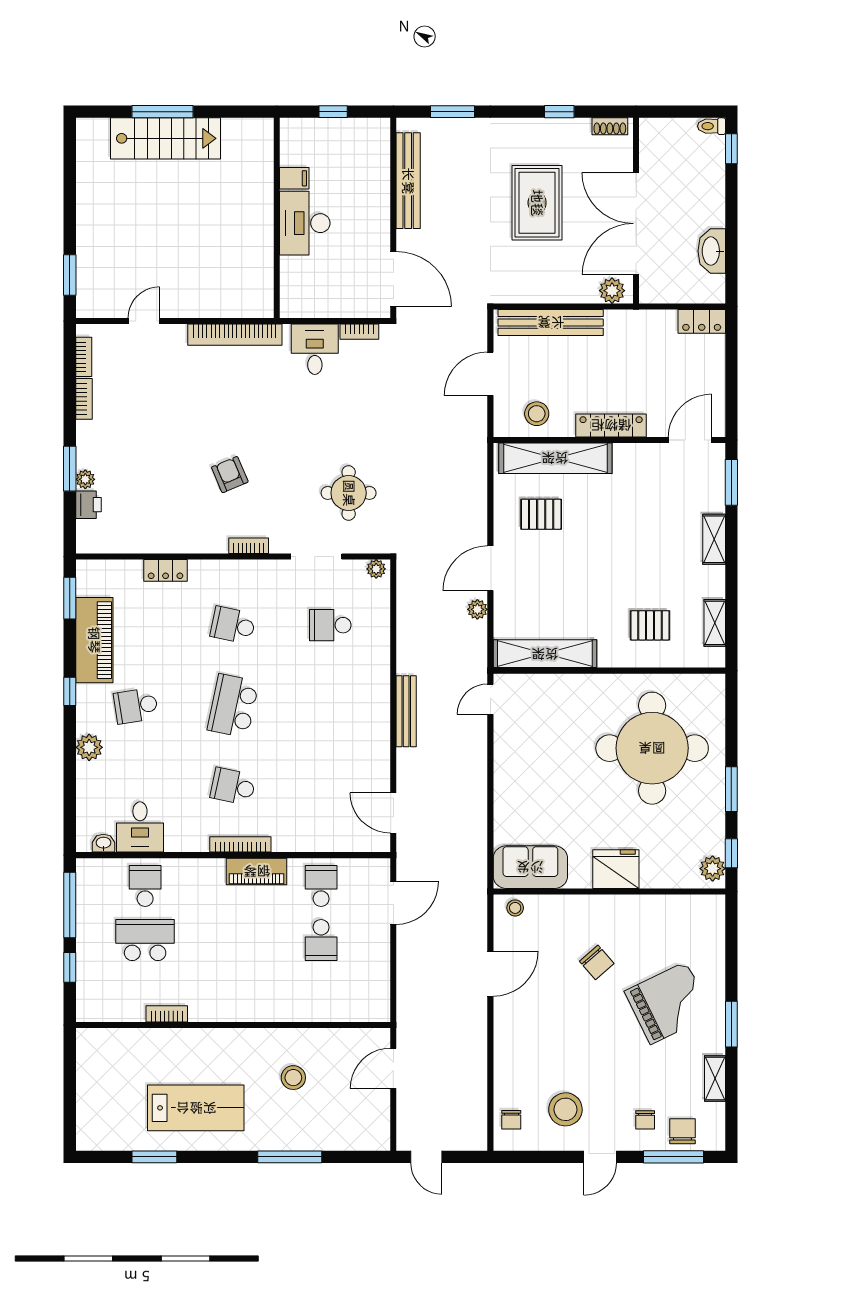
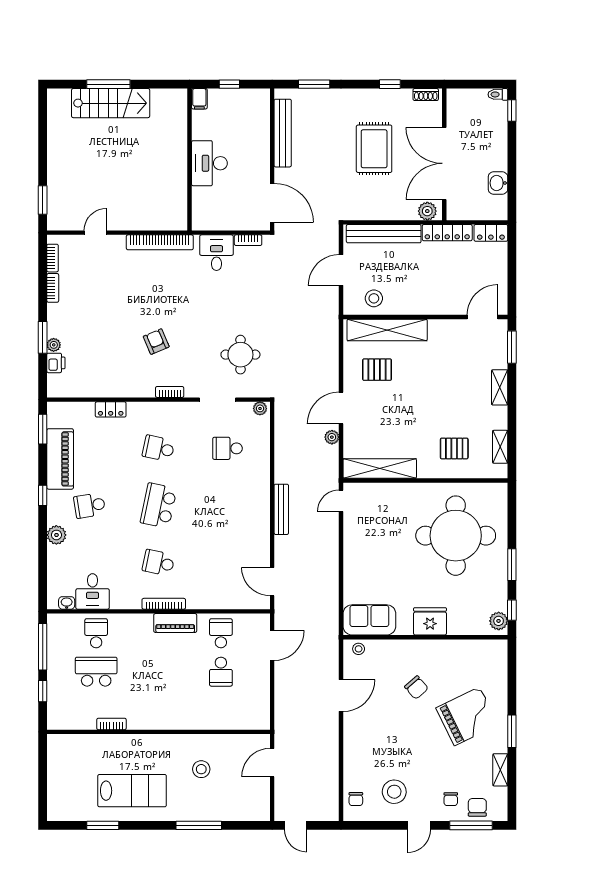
filing cabinet: (294, 178) -> (199, 99), moved, turned 90
washbasin: (712, 251) -> (498, 183), width x0.72
locker: (611, 425) -> (447, 233), moved, turned 180

